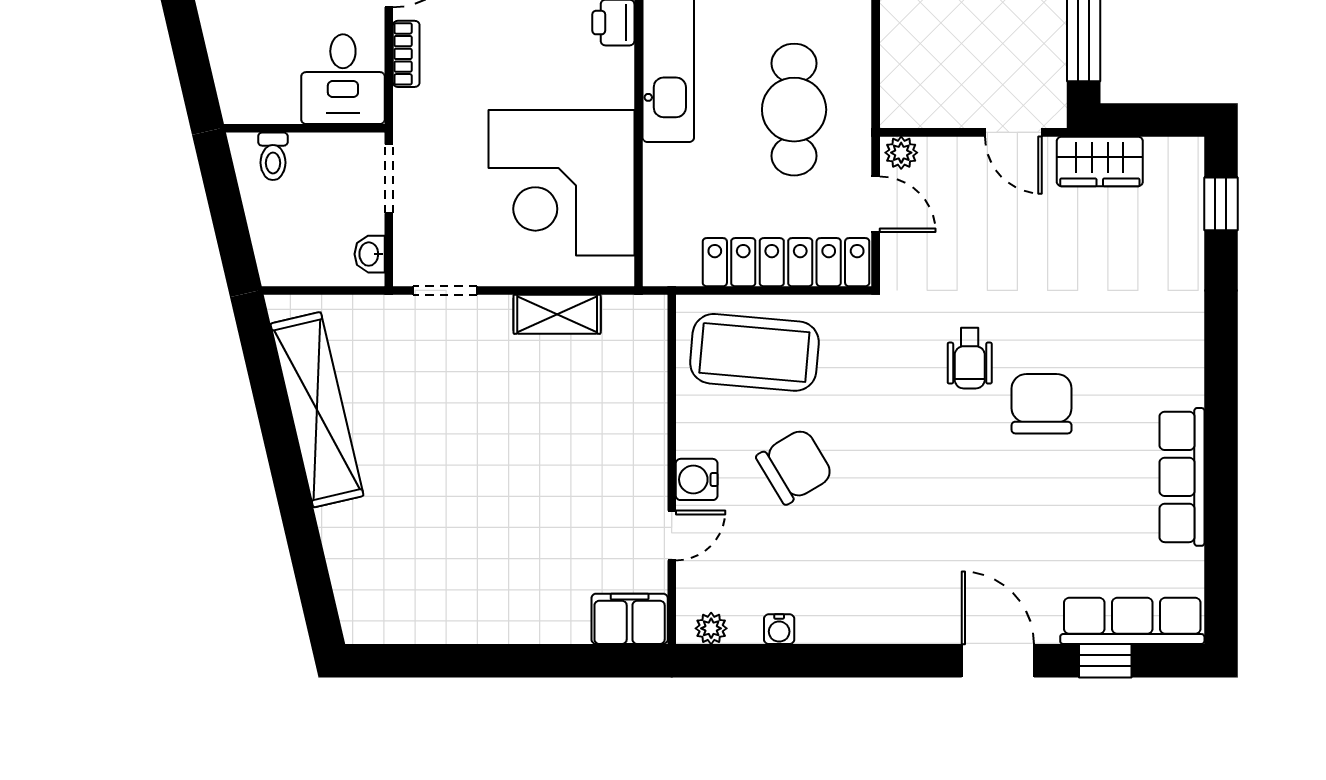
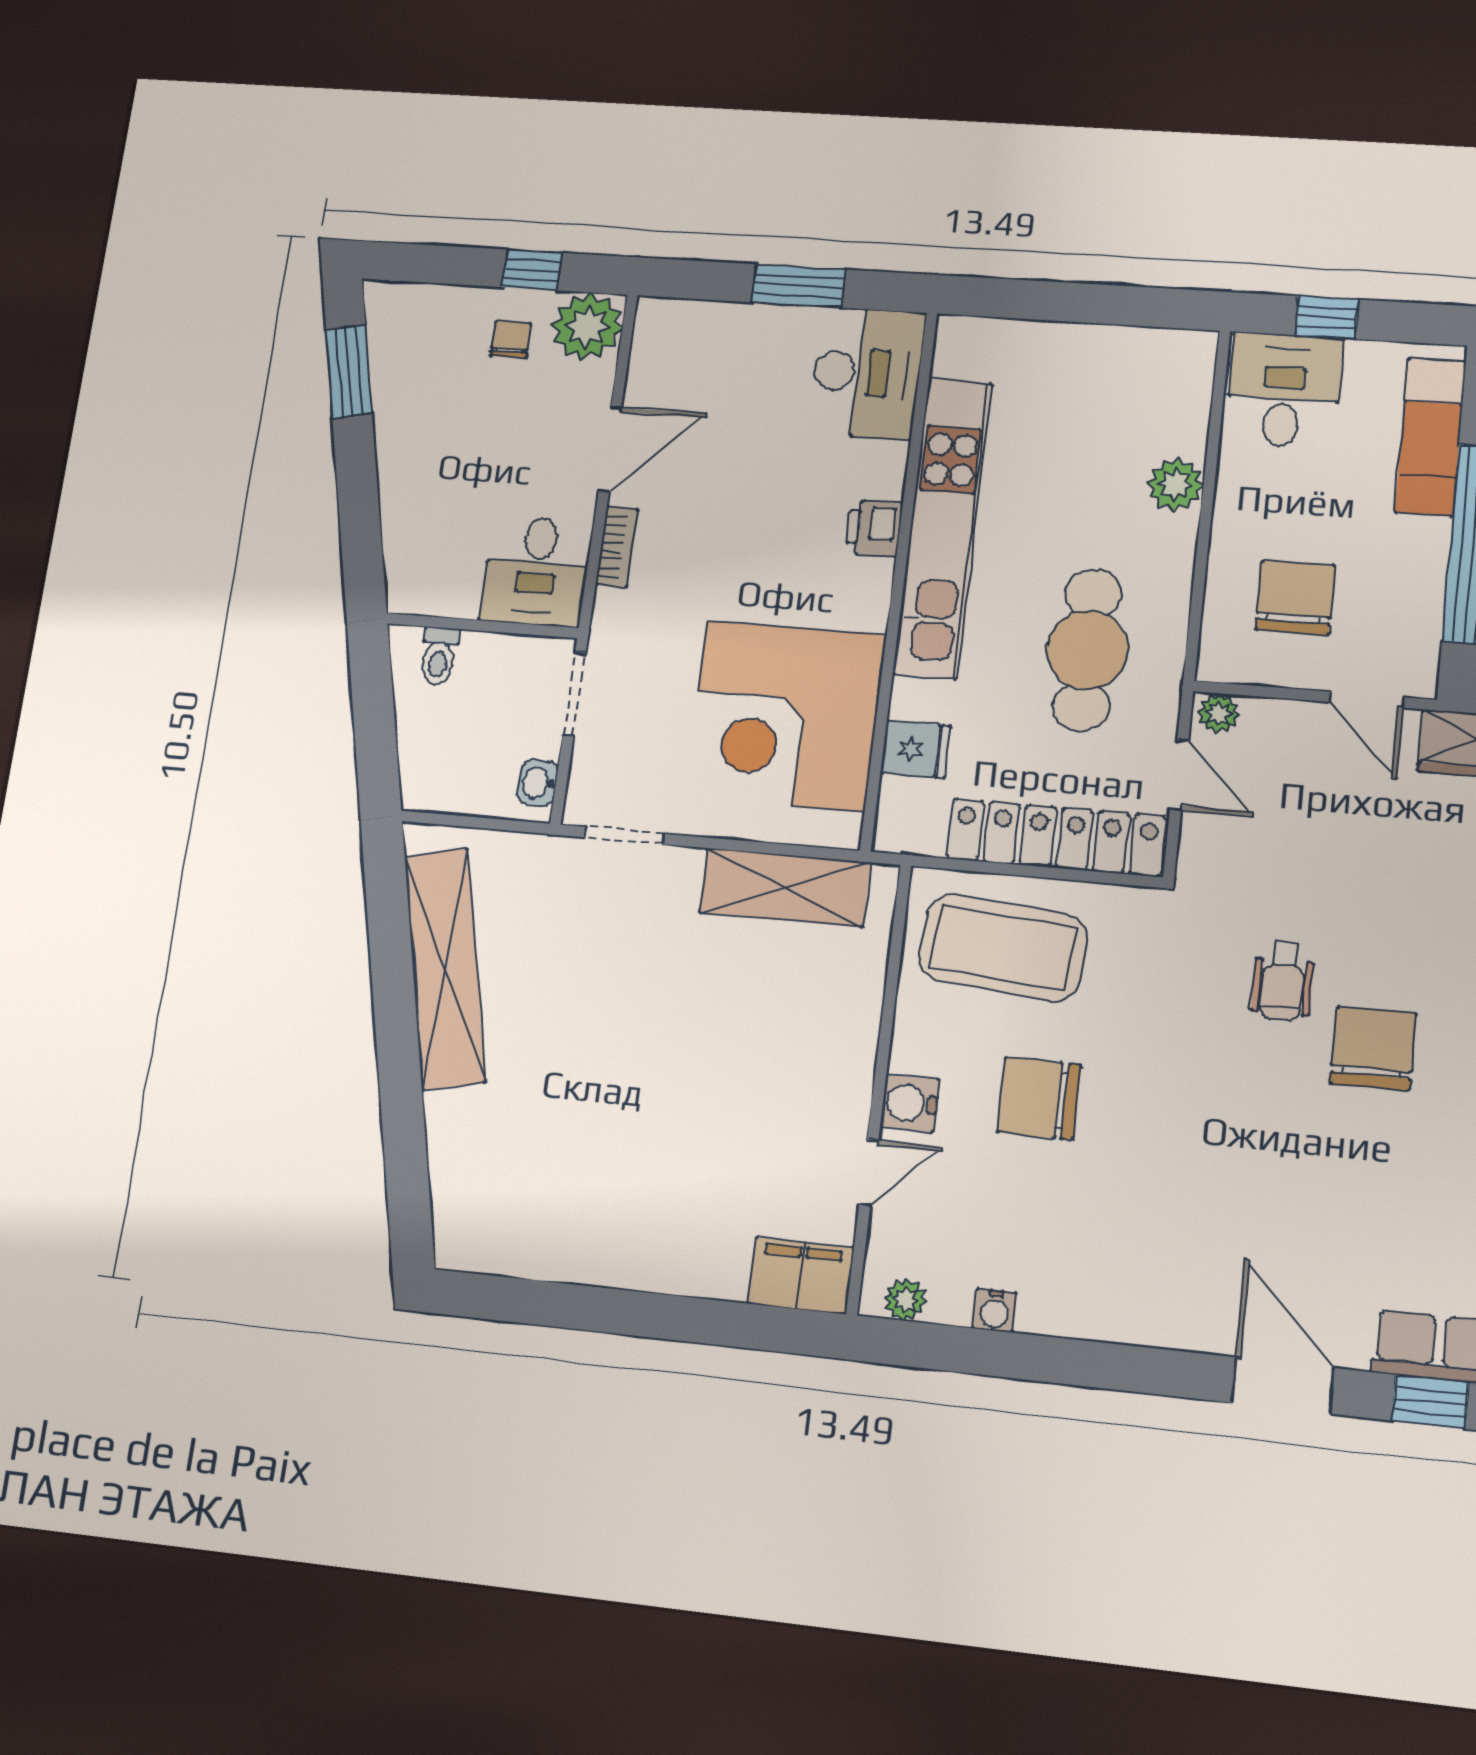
chair: (951, 54) -> (1295, 598), added
fridge: (668, 201) -> (916, 749), added
shelving: (557, 314) -> (785, 888), width x1.50, depth x1.33
chair: (795, 466) -> (1039, 1098), turned -149

